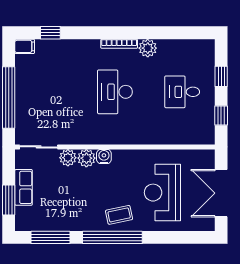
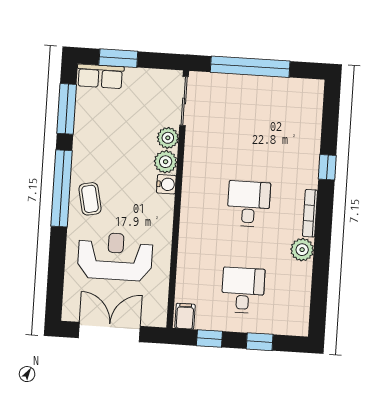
window: (50, 33) -> (327, 167), moved
filing cabinet: (25, 46) -> (185, 316), moved, turned 180
desk: (115, 92) -> (249, 204), width x0.73
row of seats: (24, 187) -> (100, 76), moved

